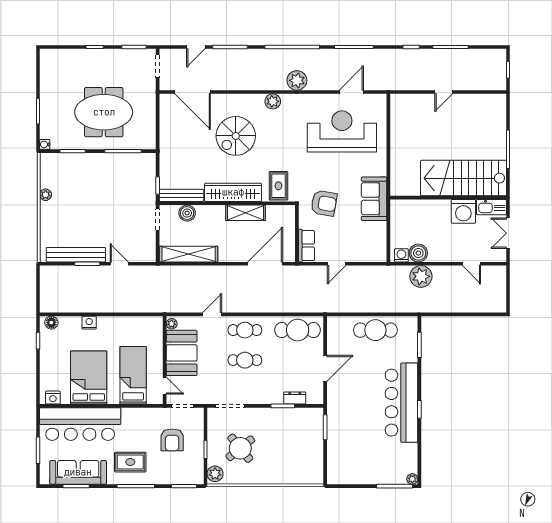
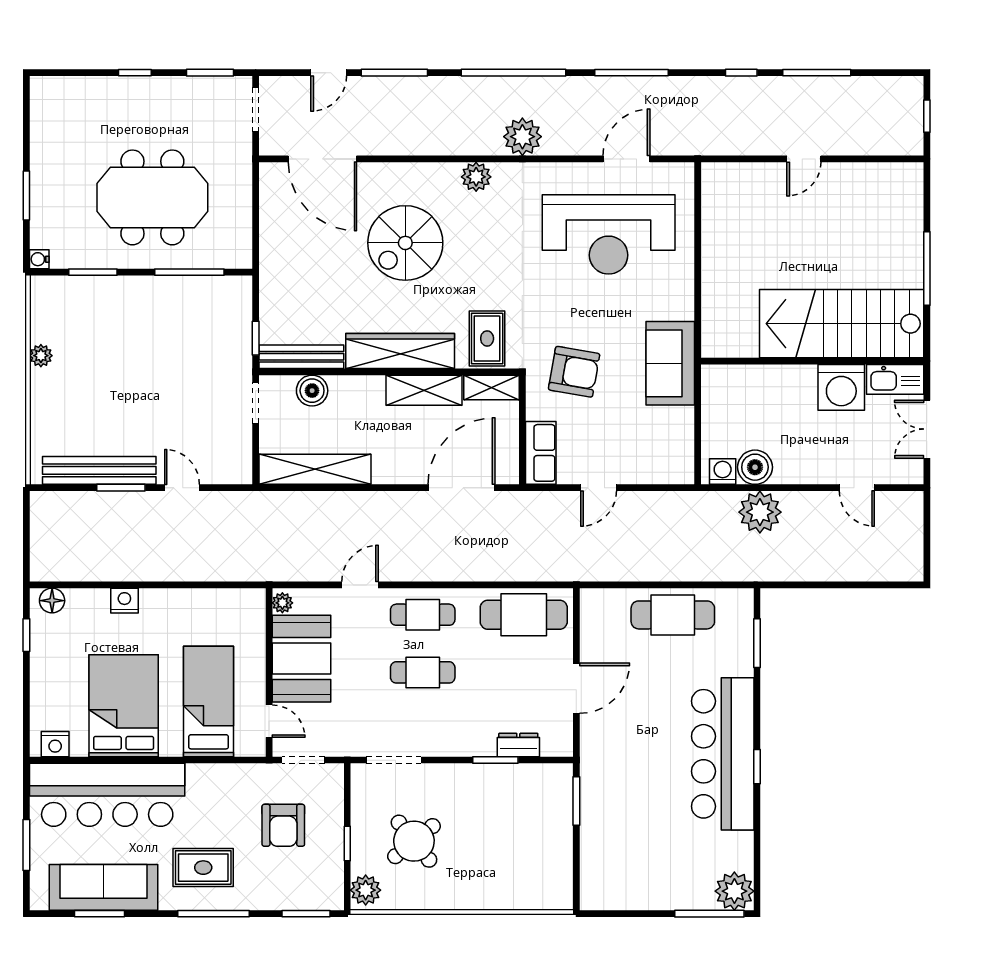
reception desk: (342, 131) -> (609, 234), turned 180
shelving: (281, 211) -> (492, 387), added
plant: (412, 479) -> (734, 891), width x1.88, depth x1.88

